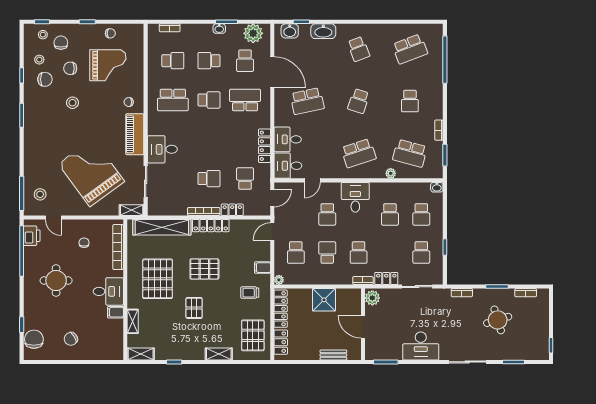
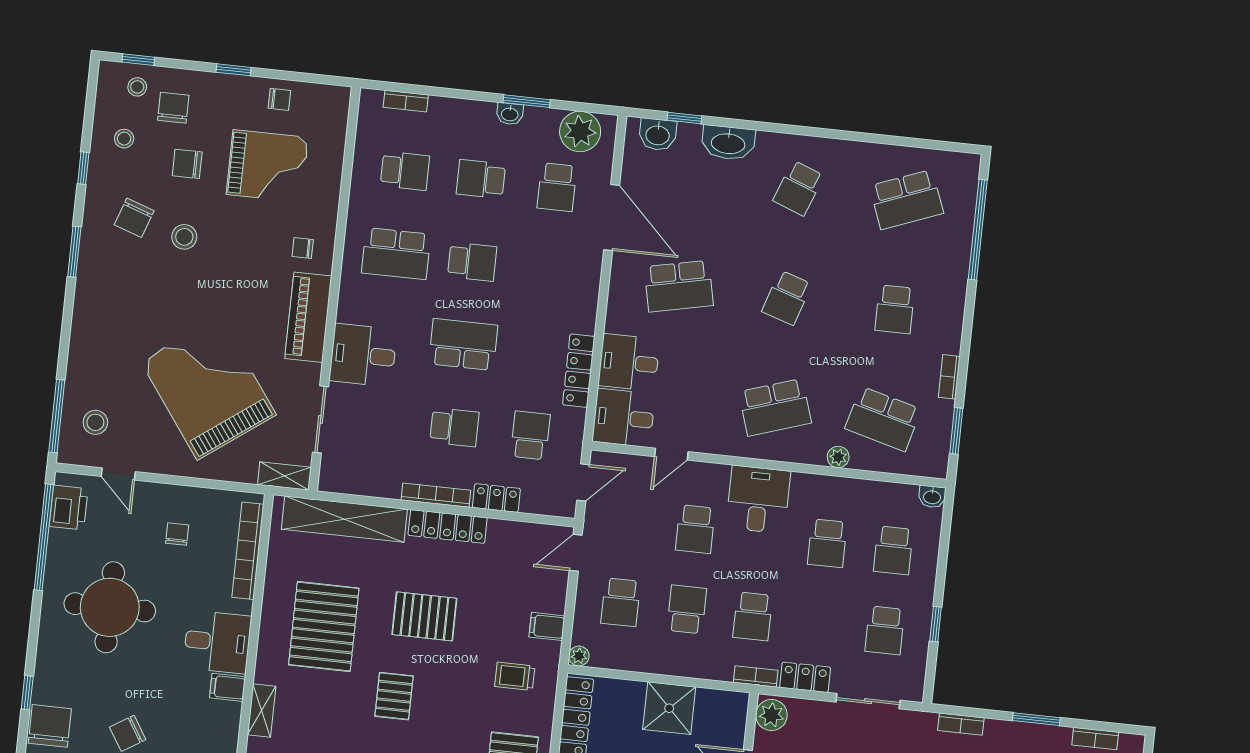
school desk: (359, 49) -> (798, 188), turned 42
chair: (45, 79) -> (134, 218), moved, turned 109
school desk: (245, 100) -> (463, 344), moved
round table: (56, 281) -> (110, 607), width x1.36, depth x1.36

